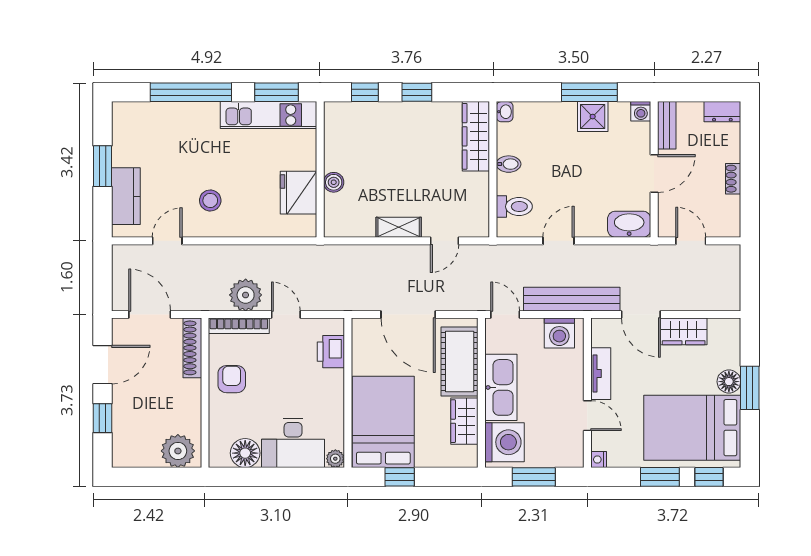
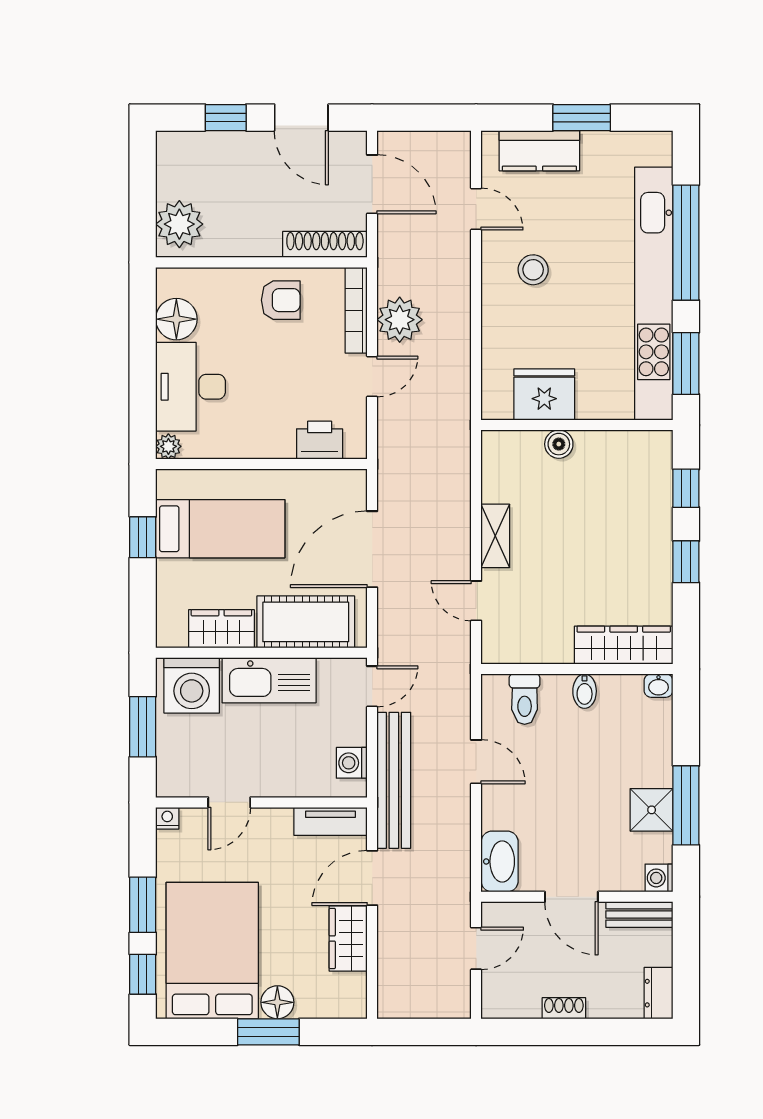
kitchen unit: (269, 115) -> (654, 294), width x1.86
door: (150, 315) -> (372, 184), hinge flipped
washing machine: (559, 333) -> (352, 763), width x0.73, depth x0.73
tv unit: (601, 374) -> (330, 821), moved
bed: (383, 422) -> (220, 529), width x0.67

